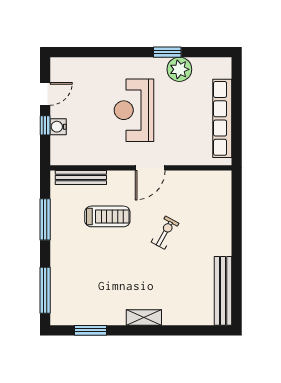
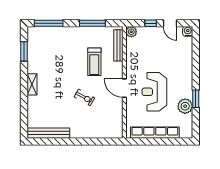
reception desk: (134, 110) -> (154, 92), moved, turned -90
water cooler: (58, 127) -> (188, 31), moved
plant: (59, 157) -> (131, 32), added

